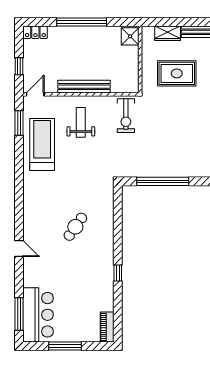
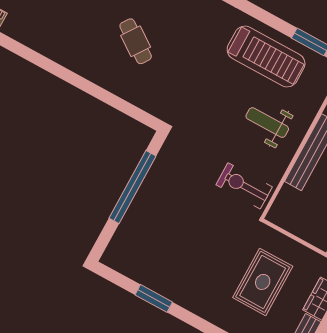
weight bench: (81, 122) -> (267, 123), turned 180
window: (118, 273) -> (45, 64), removed

